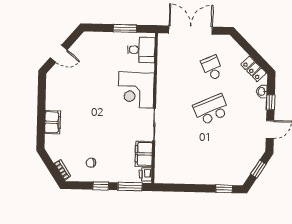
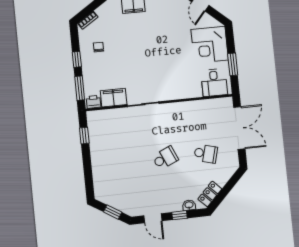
school desk: (212, 68) -> (206, 154), turned 39
corner desk: (136, 90) -> (210, 45), moved, turned -90
school desk: (211, 110) -> (165, 158), width x0.54
window: (224, 189) -> (84, 136), moved

